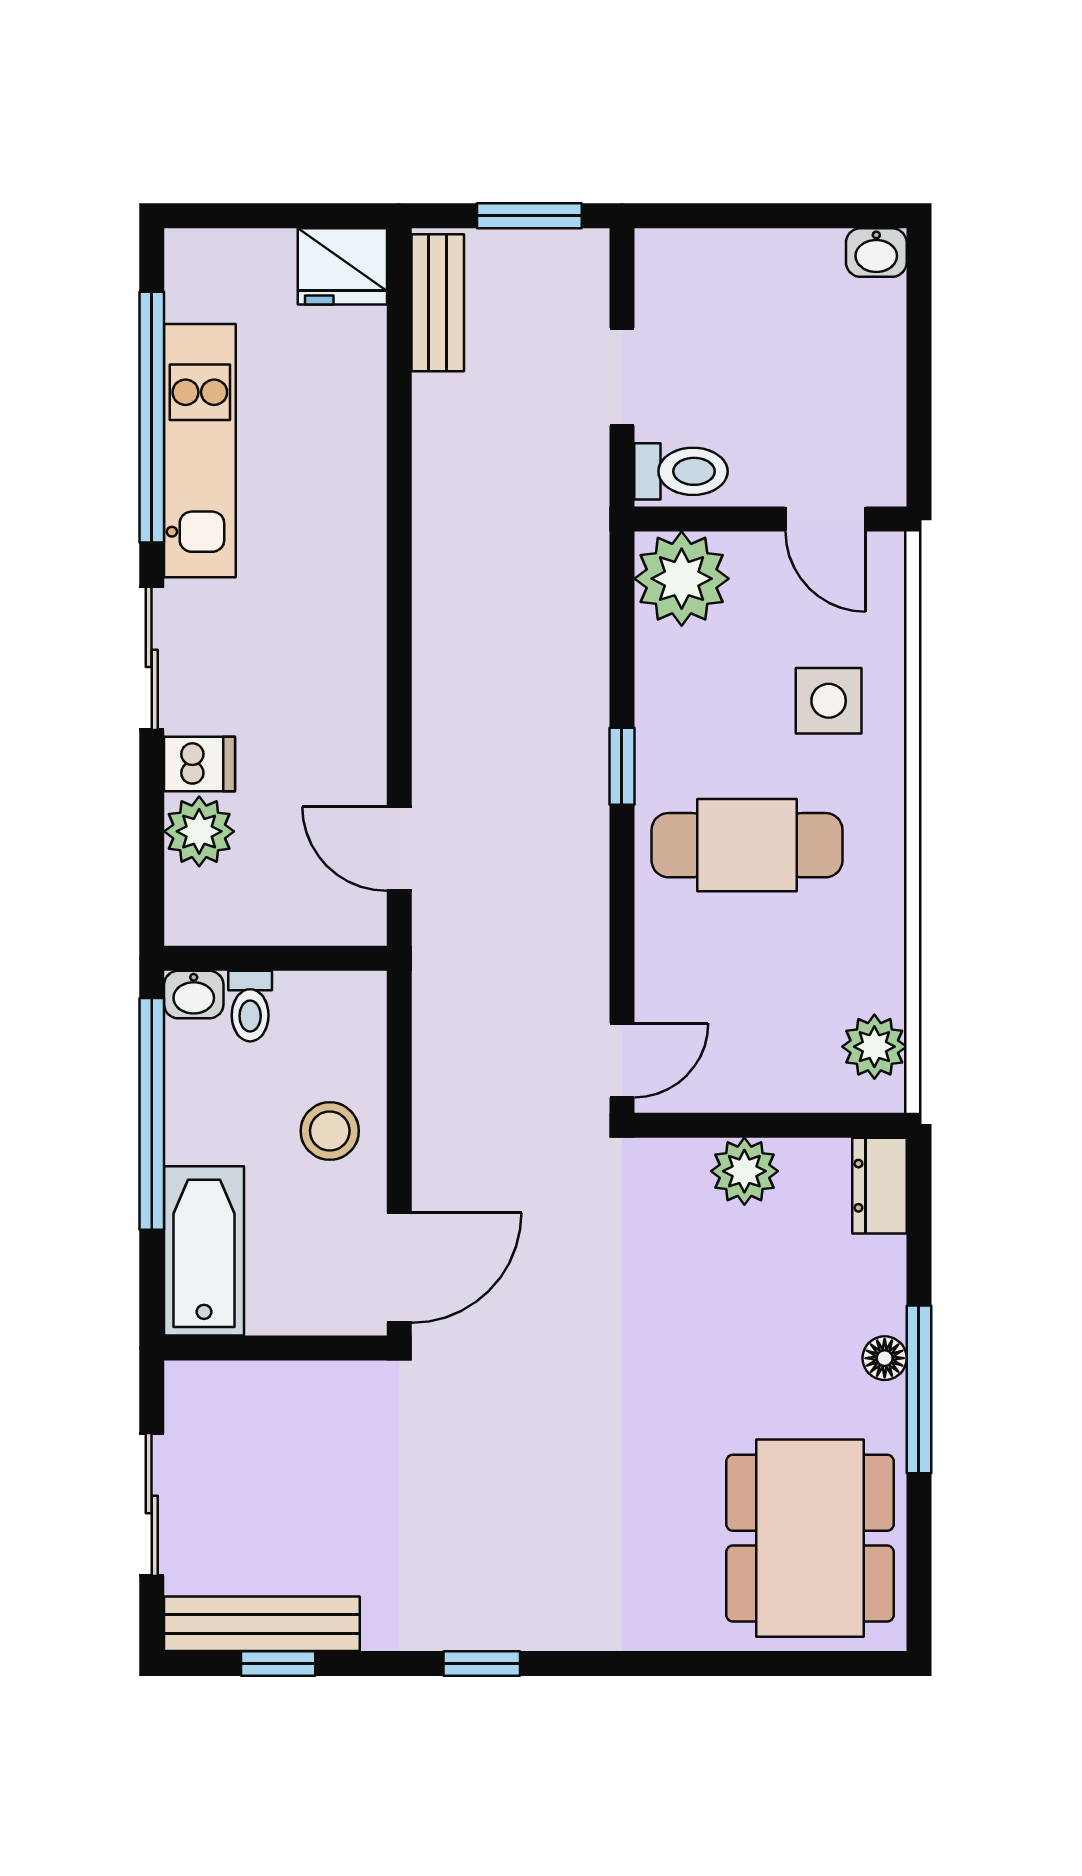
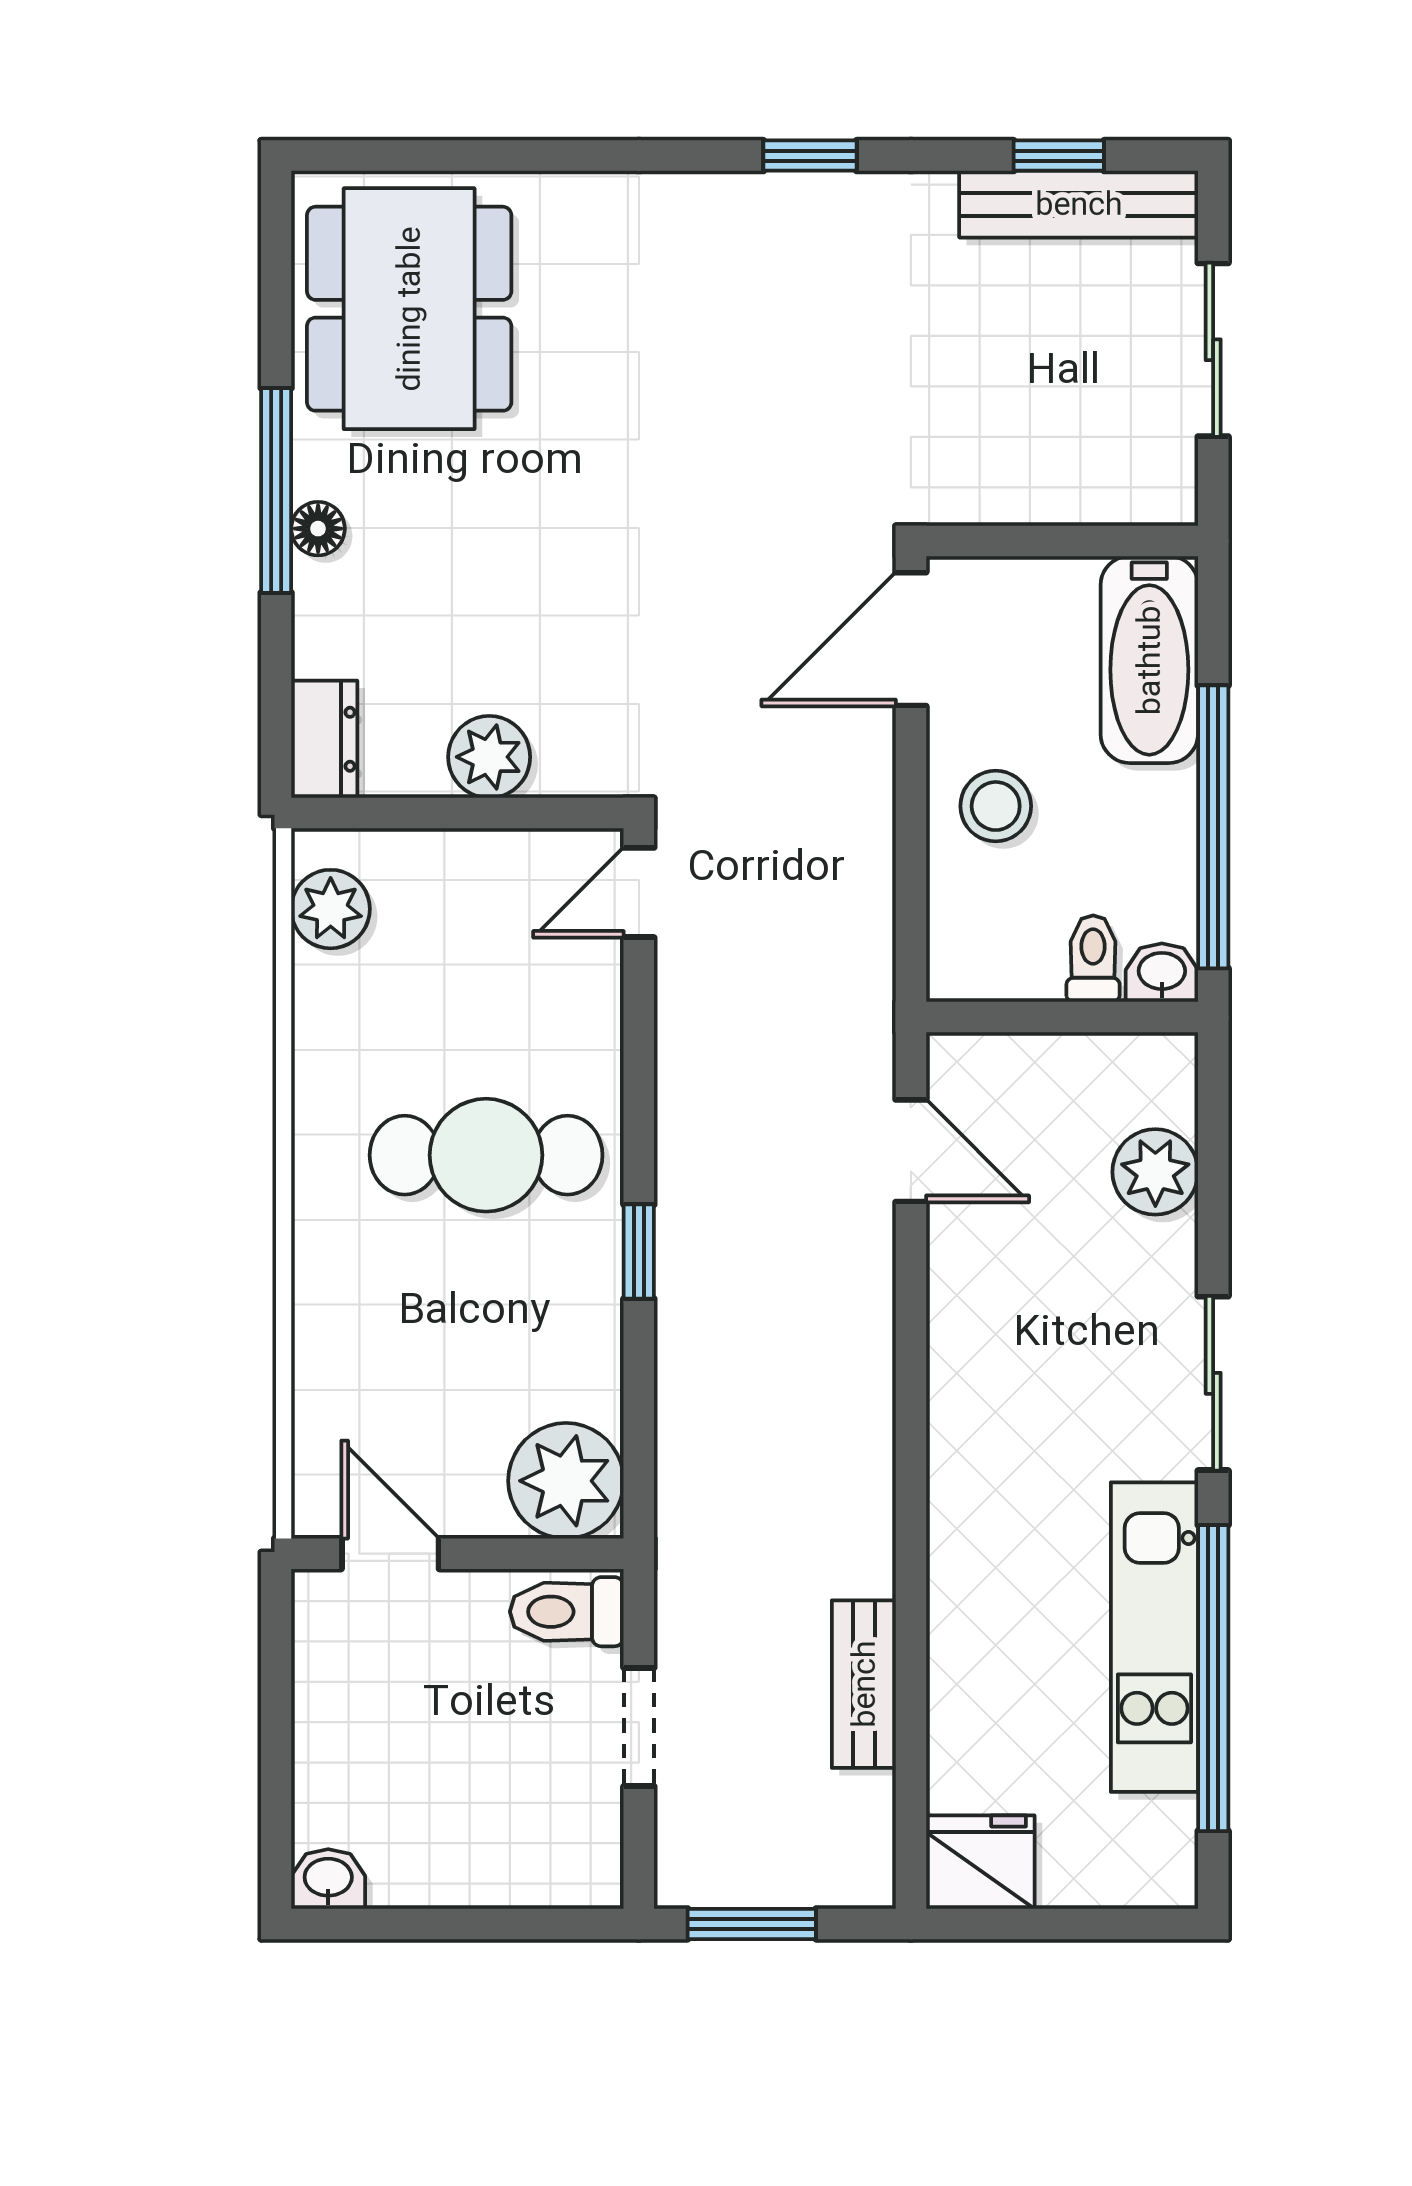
bench: (438, 303) -> (864, 1684), moved
side table: (829, 701) -> (386, 1332), removed
dishwasher: (199, 764) -> (1155, 1254), removed

